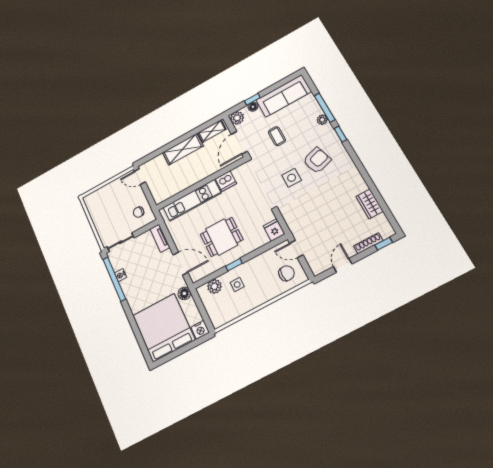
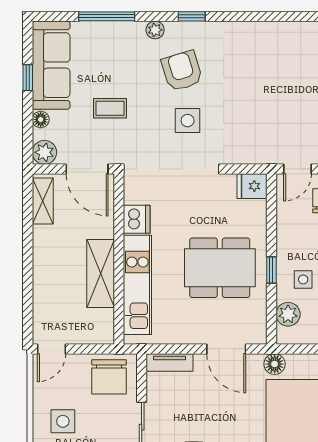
window: (252, 99) -> (28, 78), moved
plant: (322, 120) -> (155, 30), moved
window: (340, 134) -> (192, 16), moved
shelving: (183, 149) -> (101, 273), moved
side table: (106, 202) -> (63, 421), added
wardrobe: (369, 204) -> (289, 33), removed
chair: (139, 212) -> (109, 377), width x1.87, depth x1.87
dining table: (222, 237) -> (220, 268), width x1.38
door: (180, 264) -> (226, 349), swing flipped

